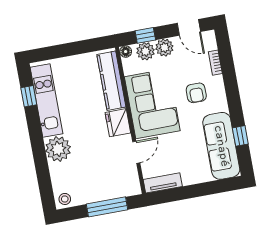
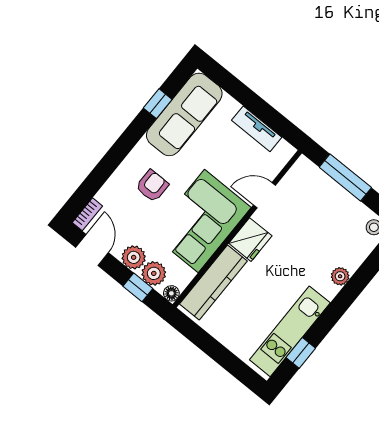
bookcase: (215, 63) -> (87, 214), moved
plant: (58, 149) -> (340, 276), width x0.53, depth x0.53
tv unit: (163, 183) -> (257, 129), moved

